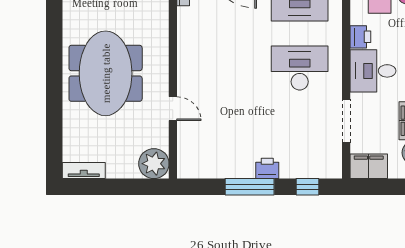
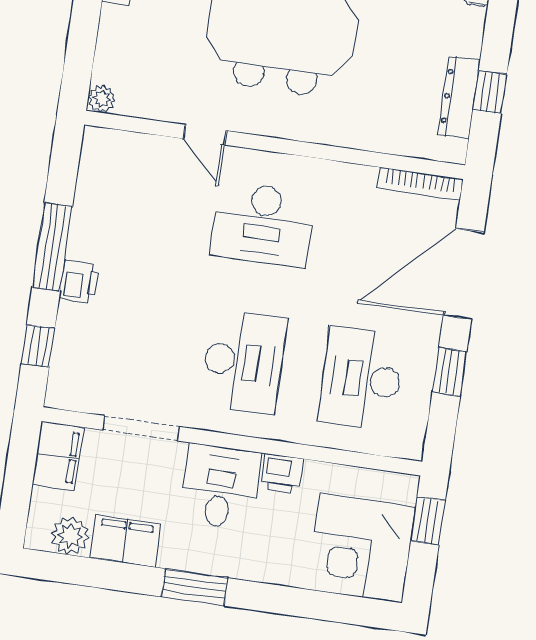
desk: (219, 68) -> (263, 224), added
door: (173, 109) -> (205, 135), hinge flipped
plant: (154, 164) -> (102, 99), width x0.53, depth x0.53

